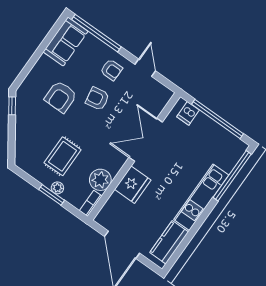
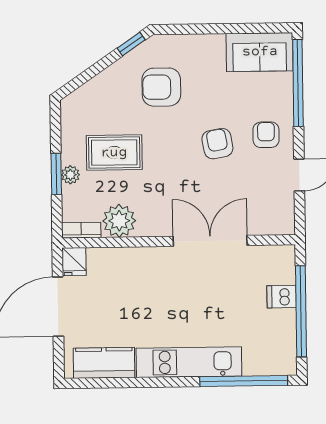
armchair: (111, 70) -> (266, 135), turned 180
armchair: (61, 97) -> (161, 87), moved
dishwasher: (188, 113) -> (282, 297), moved
fridge: (133, 185) -> (74, 262), moved, width x0.53, depth x0.75

